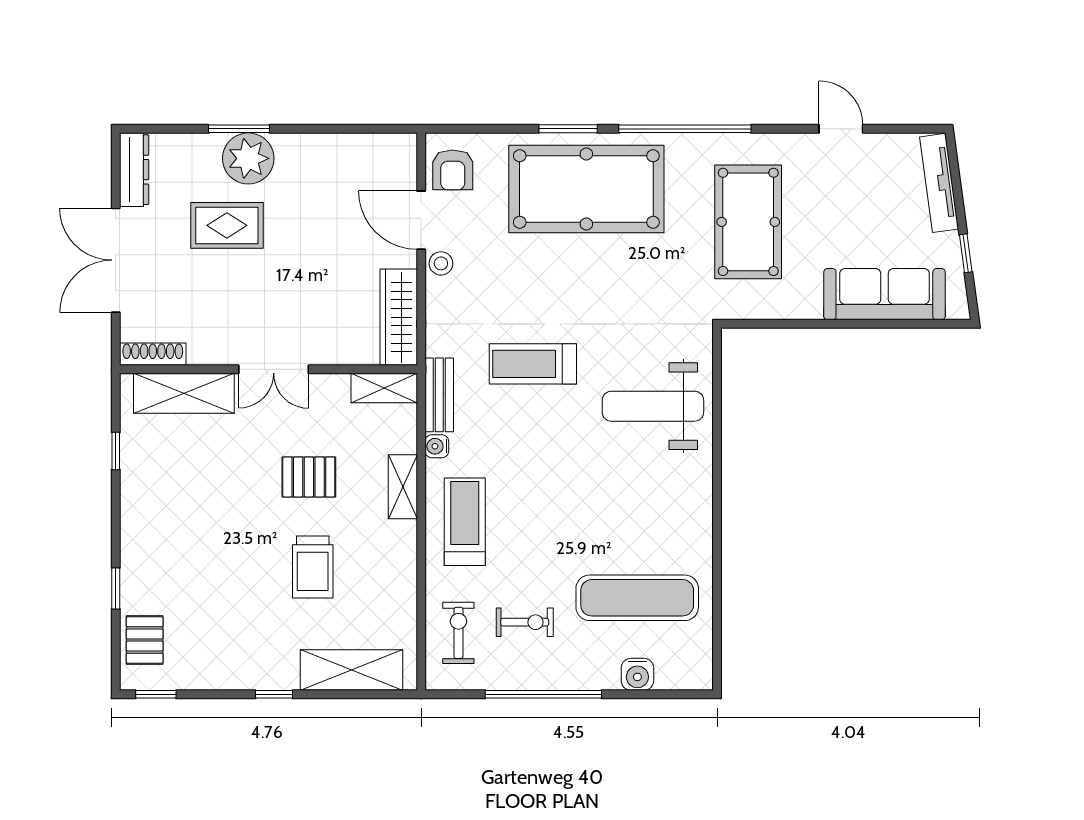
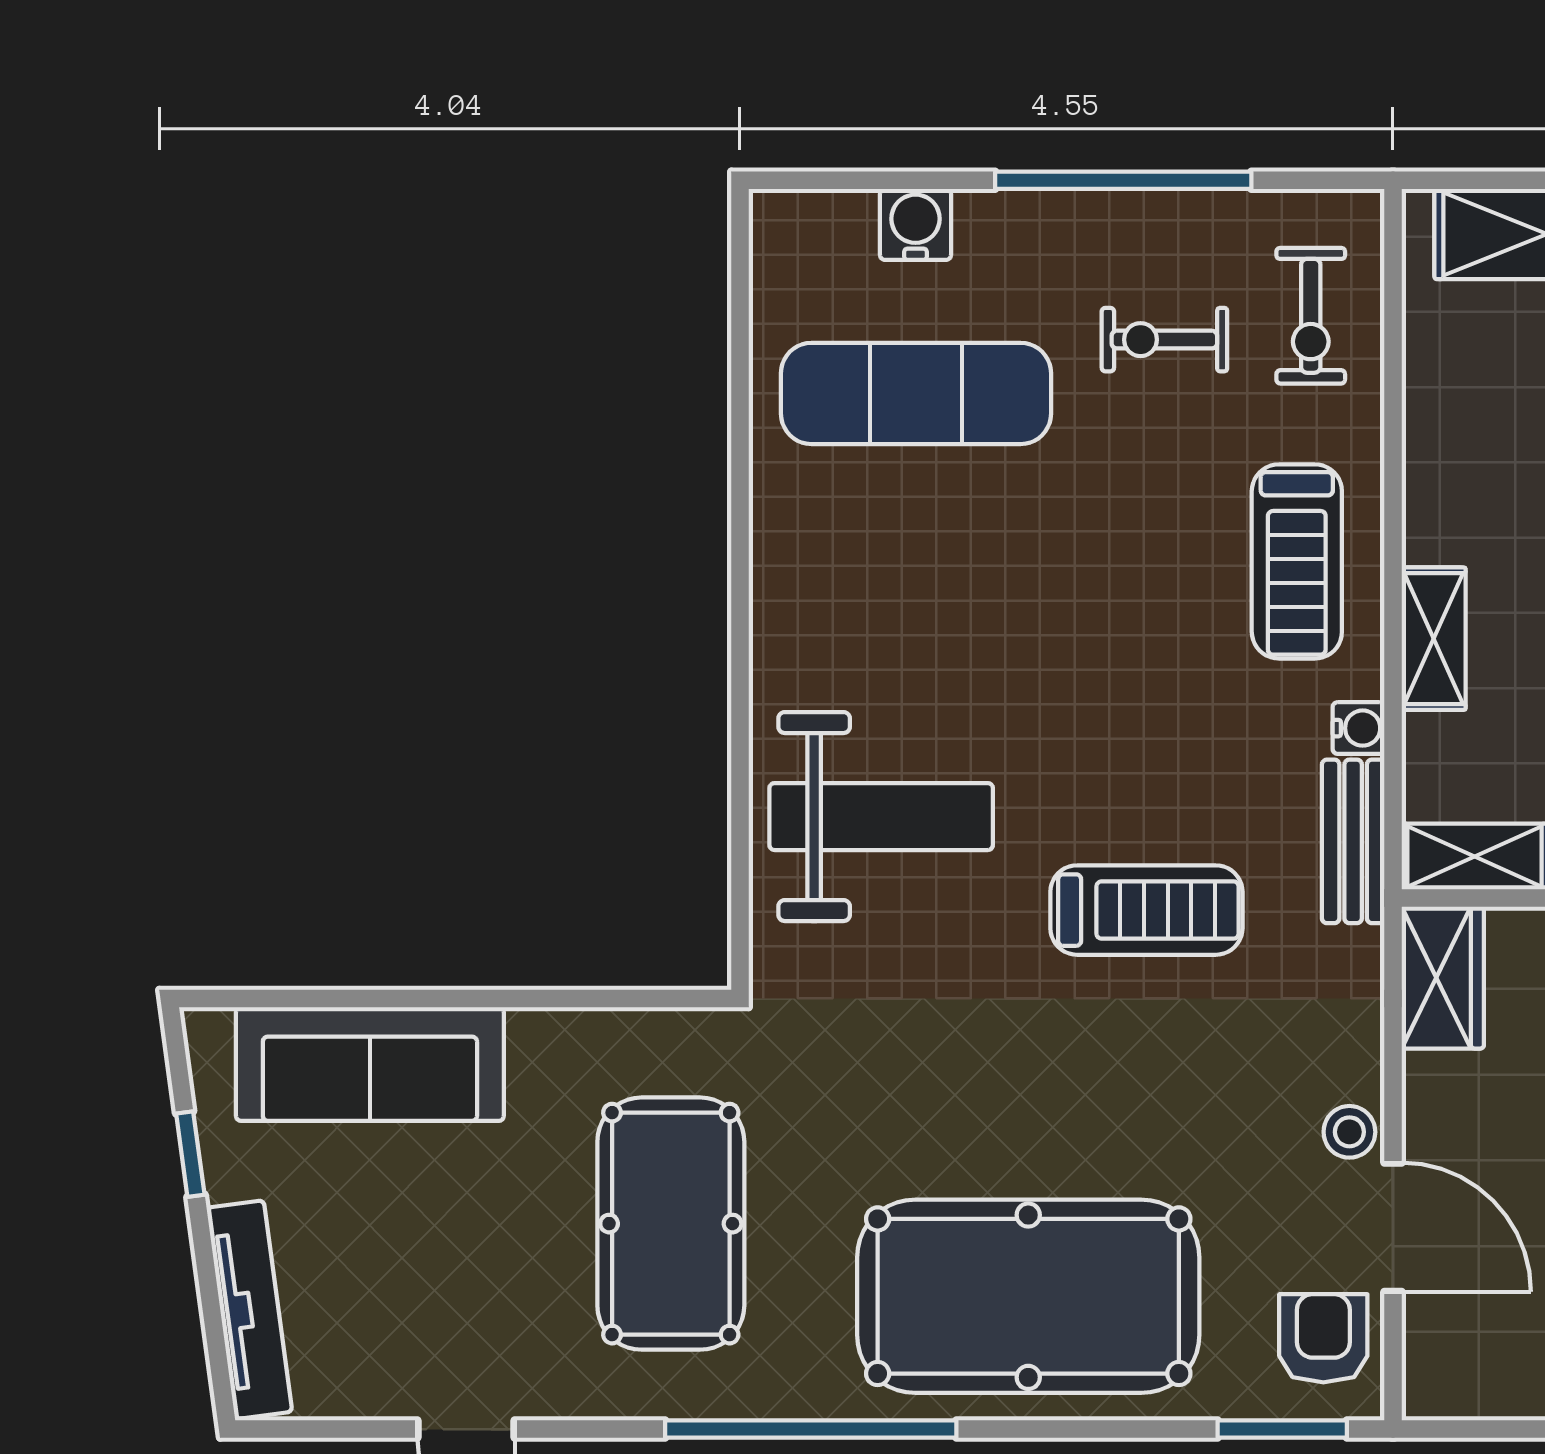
window: (568, 129) -> (1282, 1429), moved
wardrobe: (399, 317) -> (1443, 978), width x0.67

